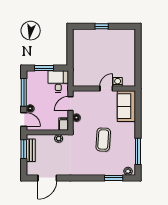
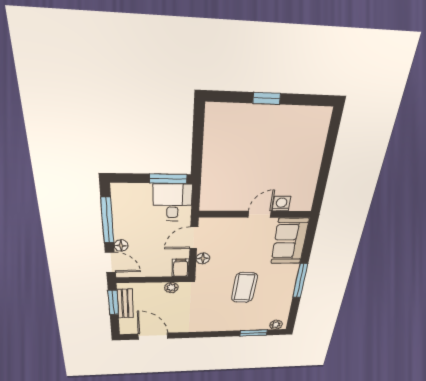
window: (44, 68) -> (168, 179), moved
window: (138, 151) -> (300, 281), moved
door: (47, 178) -> (153, 336), swing flipped

